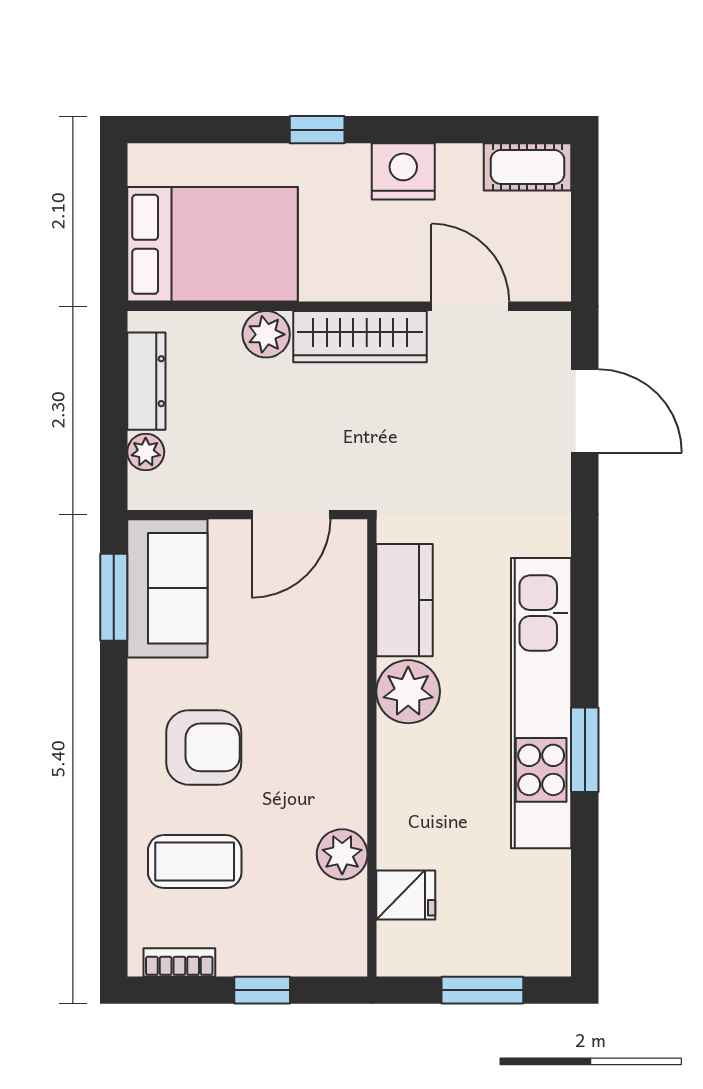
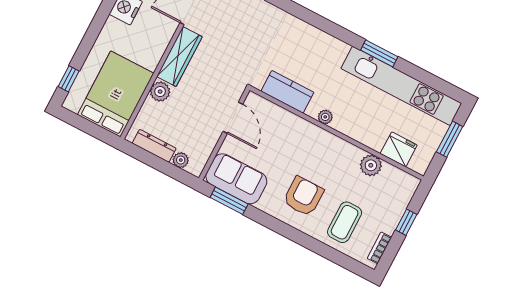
window: (317, 130) -> (69, 79), moved
plant: (408, 692) -> (325, 117), width x0.53, depth x0.53
kitchen unit: (541, 703) -> (401, 86), moved
fridge: (406, 895) -> (399, 149), width x1.38

